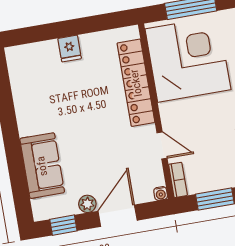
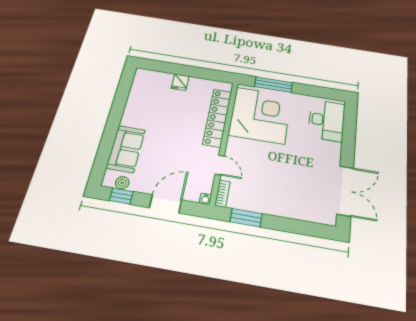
plant: (87, 204) -> (122, 183), moved

